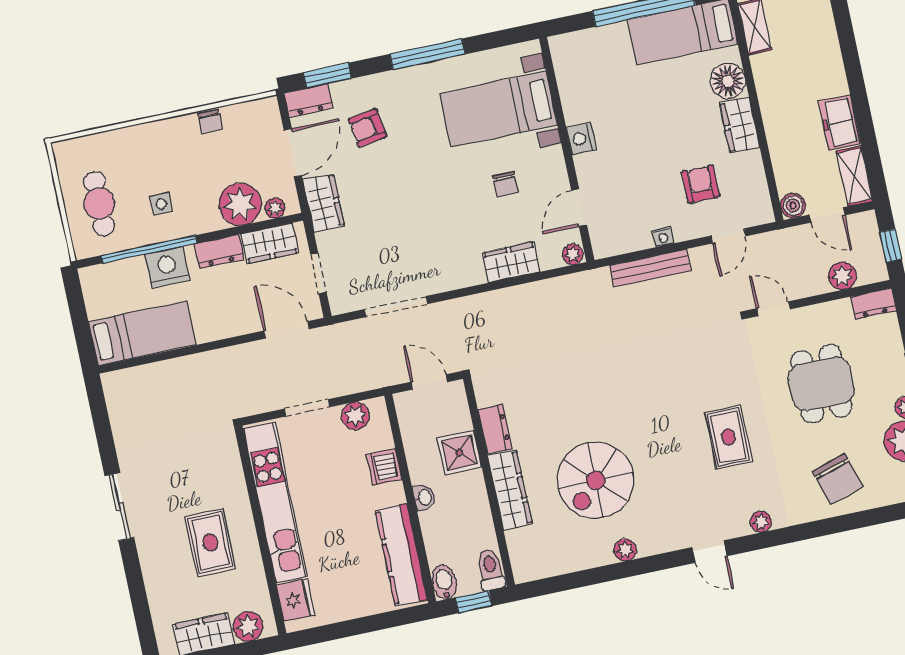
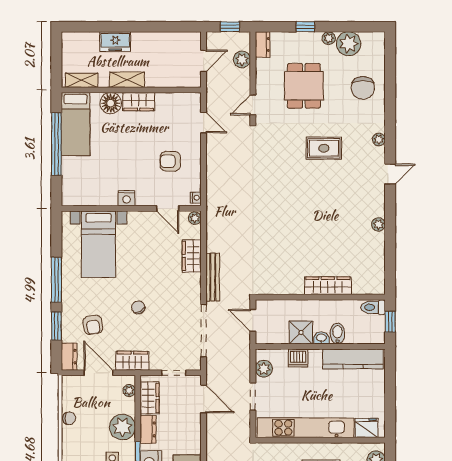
window: (327, 75) -> (56, 326), moved
freezer: (840, 122) -> (115, 42), moved
shelving: (855, 176) -> (127, 80), moved
chair: (506, 184) -> (138, 307), moved, turned -117
armchair: (701, 184) -> (170, 161), moved
plant: (240, 204) -> (122, 427), moved
boiler: (793, 206) -> (194, 80), removed
nightstand: (663, 237) -> (196, 198), moved
bench: (650, 268) -> (213, 277), moved
doorway: (396, 307) -> (204, 331), width x1.36
door: (287, 330) -> (204, 399), swing flipped
door: (429, 382) -> (253, 320), hinge flipped
dining table: (821, 384) -> (304, 86), turned 90
dresser: (495, 429) -> (289, 287), removed
shower: (459, 453) -> (301, 332), moved
chair: (838, 479) -> (363, 88), turned 107
spiral stairs: (596, 480) -> (333, 233), removed
bidet: (444, 582) -> (337, 334), moved, turned 90

